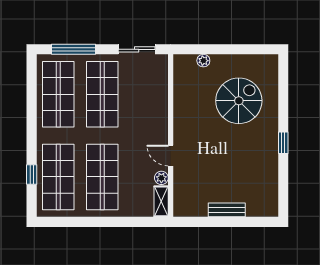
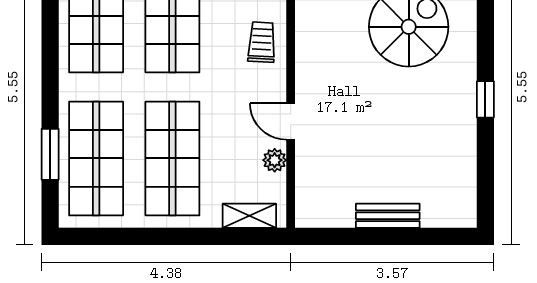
trolley: (154, 110) -> (262, 42), added
window: (32, 174) -> (50, 154), width x1.50
shelving: (161, 201) -> (249, 216), moved, turned 90

